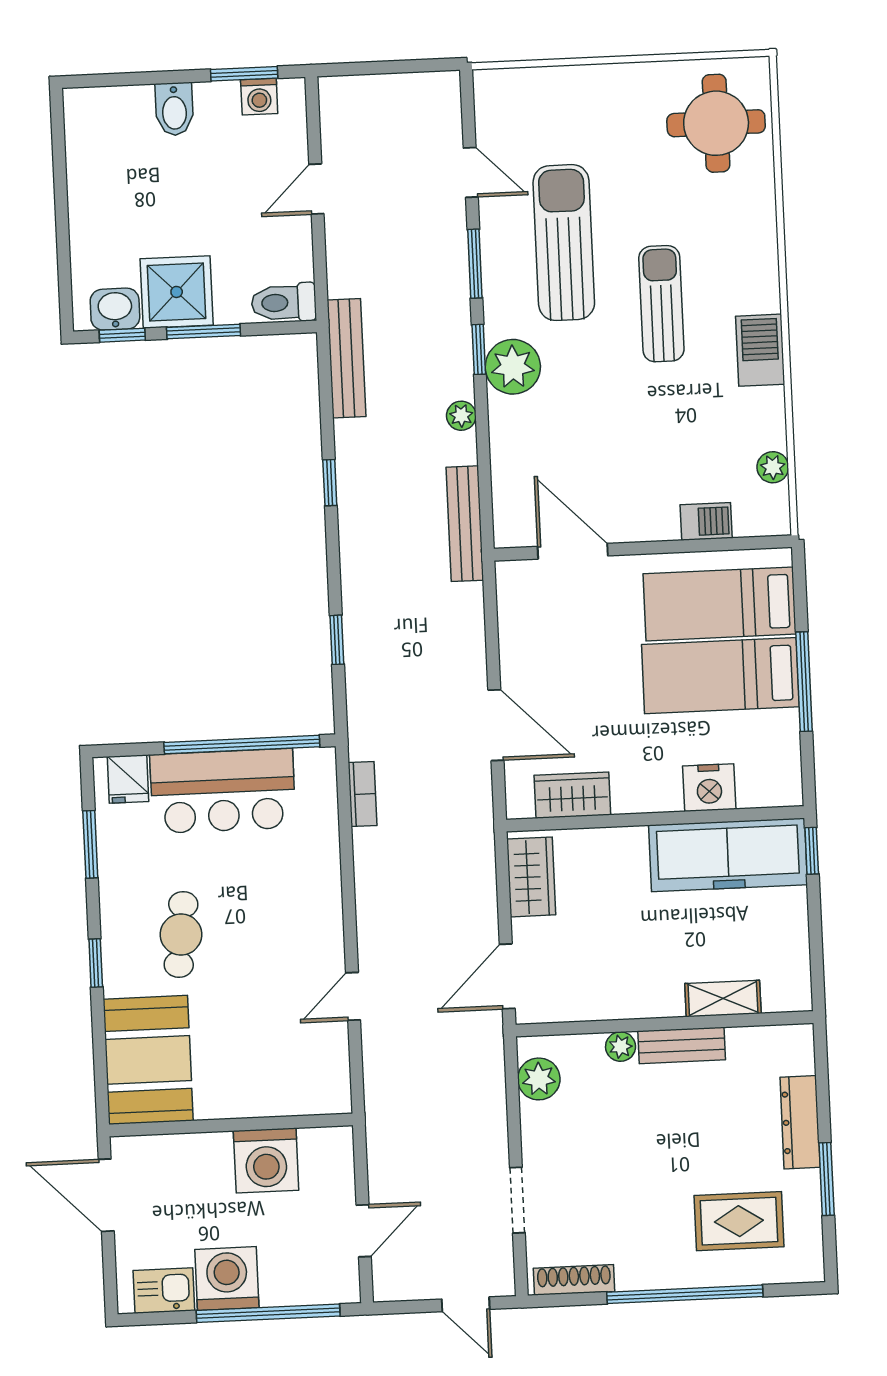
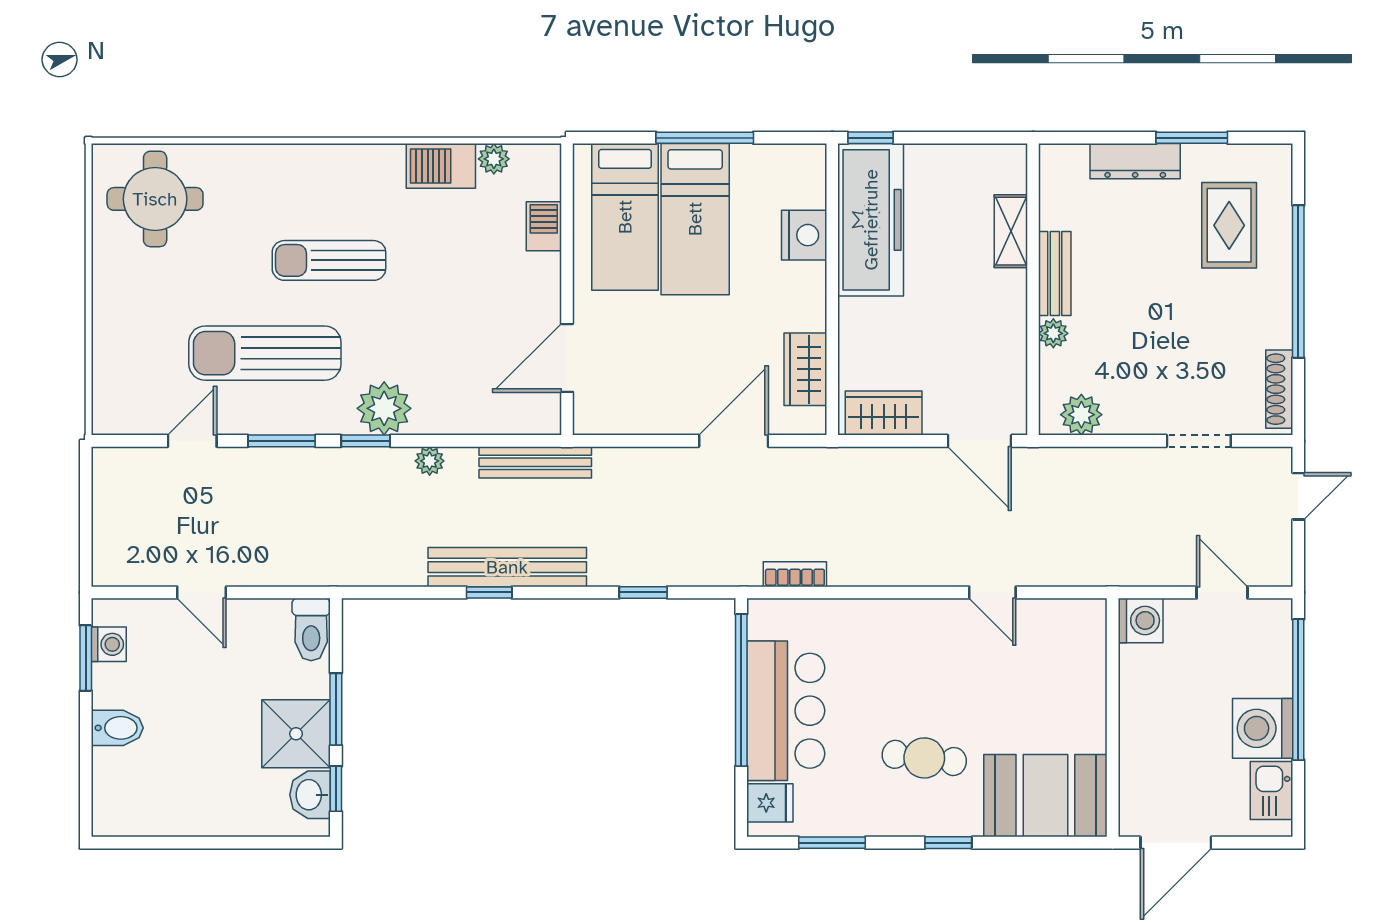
barbecue: (760, 350) -> (441, 166), moved
bench: (347, 358) -> (507, 567), moved, width x1.37, depth x1.21
washing machine: (266, 1160) -> (1141, 620), moved, width x0.73, depth x0.73

